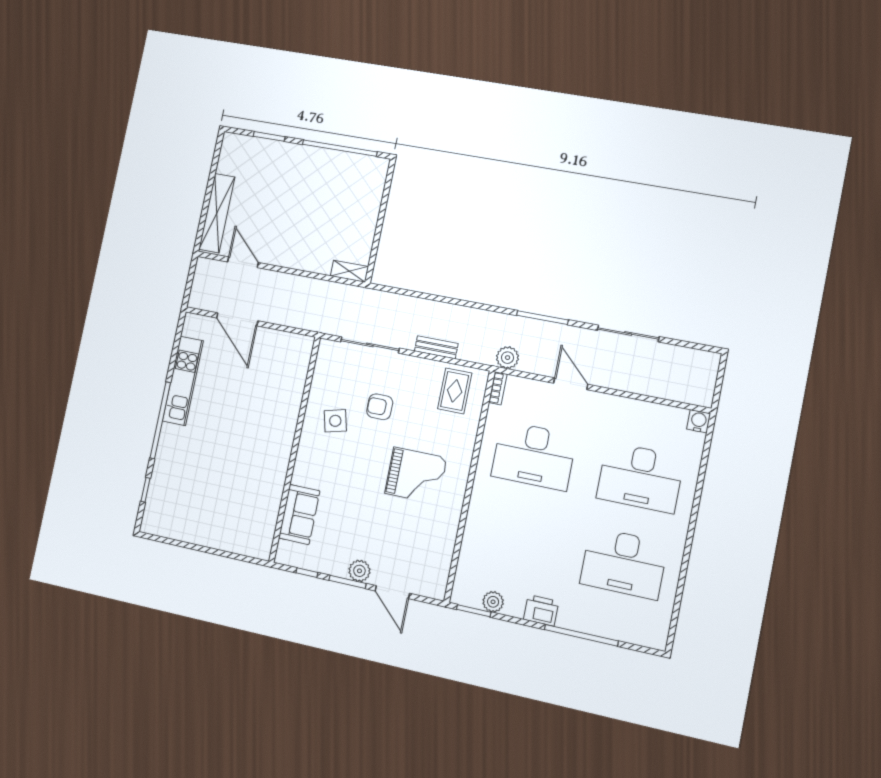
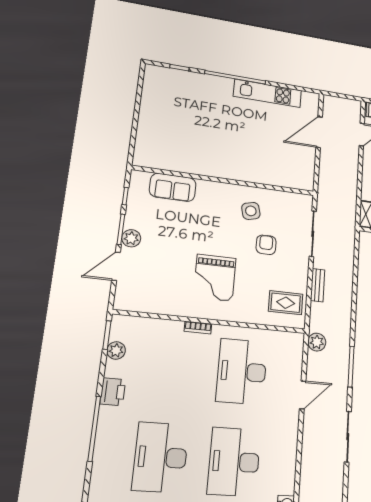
bookcase: (498, 388) -> (198, 328), moved

